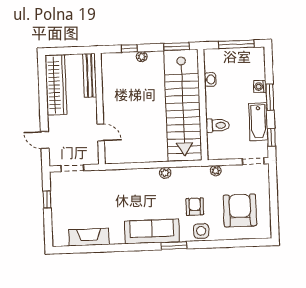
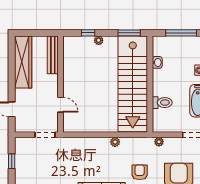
doorway: (72, 168) -> (45, 135), moved

